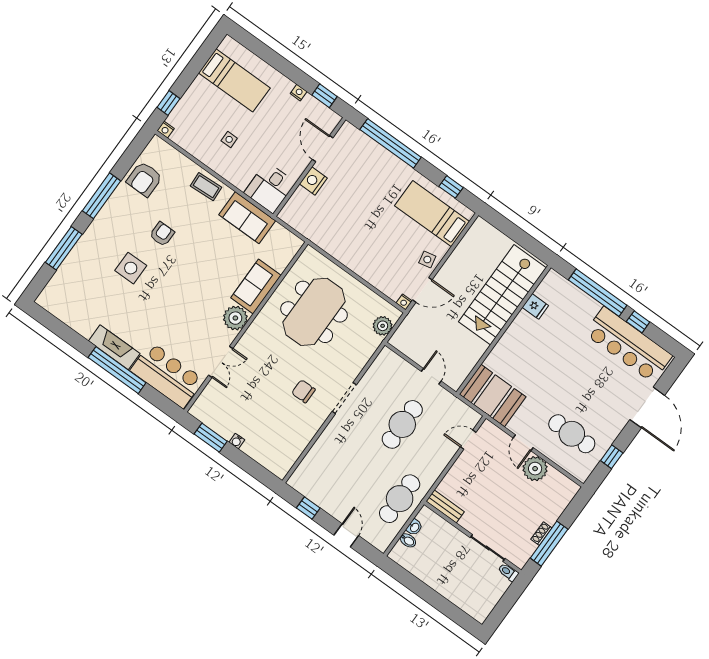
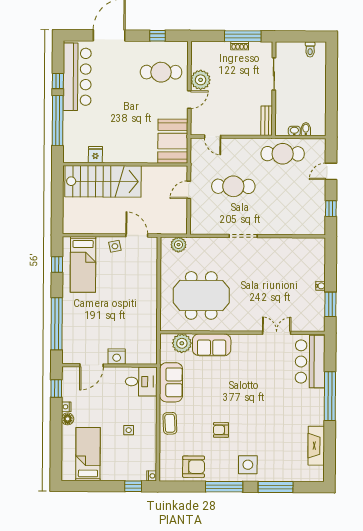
floor lamp: (285, 85) -> (68, 419), added
side table: (131, 268) -> (248, 465), moved
nightstand: (404, 302) -> (153, 242), removed
plant: (235, 318) -> (182, 343), moved
fireplace: (114, 347) -> (316, 446), moved
chair: (303, 391) -> (257, 266), removed
cafe table: (572, 434) -> (161, 72), turned 90
toilet: (508, 572) -> (310, 50), moved

